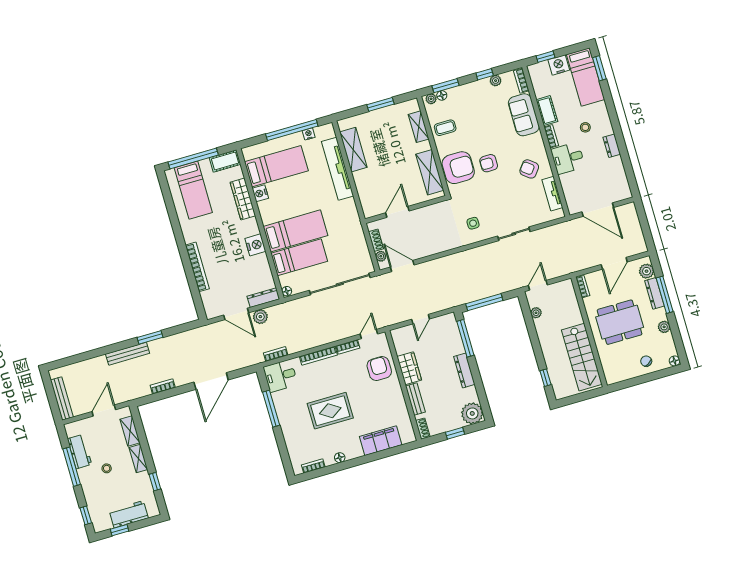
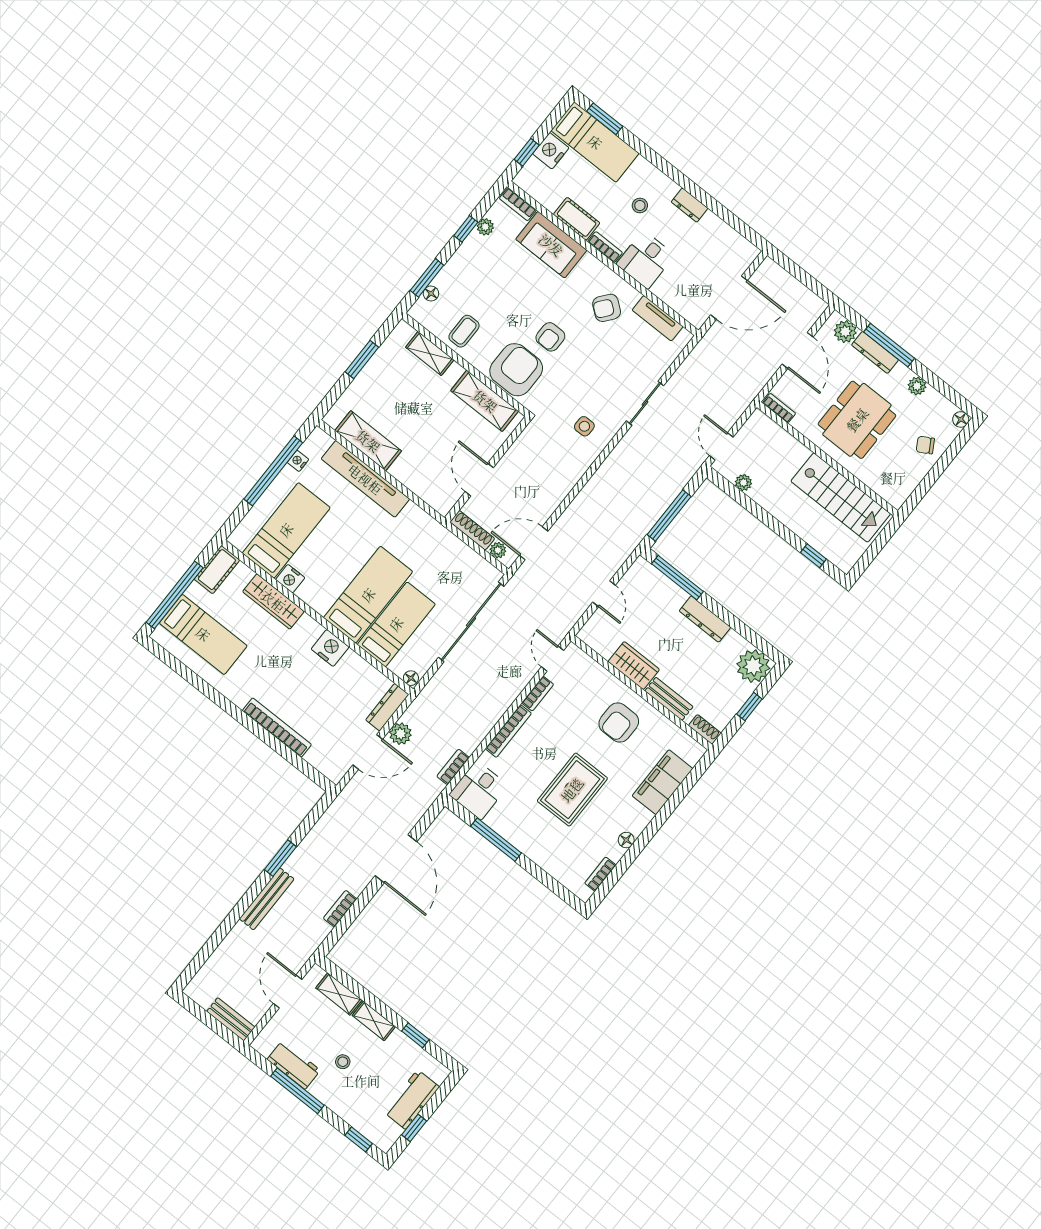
plant: (431, 99) -> (421, 307), removed
shoe rack: (376, 240) -> (472, 530), width x1.43
armchair: (379, 369) -> (619, 722), moved, turned -90
bench: (62, 398) -> (231, 1019), width x0.73

